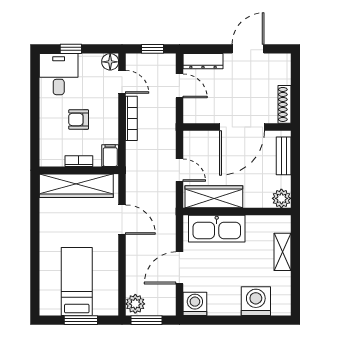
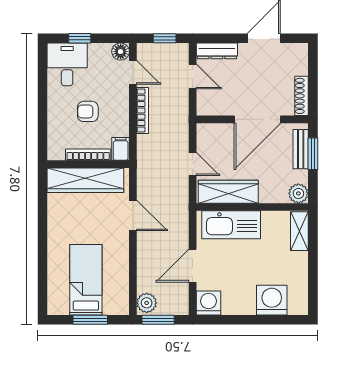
window: (295, 160) -> (313, 154), added
bookcase: (79, 161) -> (88, 155), width x1.56
shelving: (282, 252) -> (299, 231), moved

